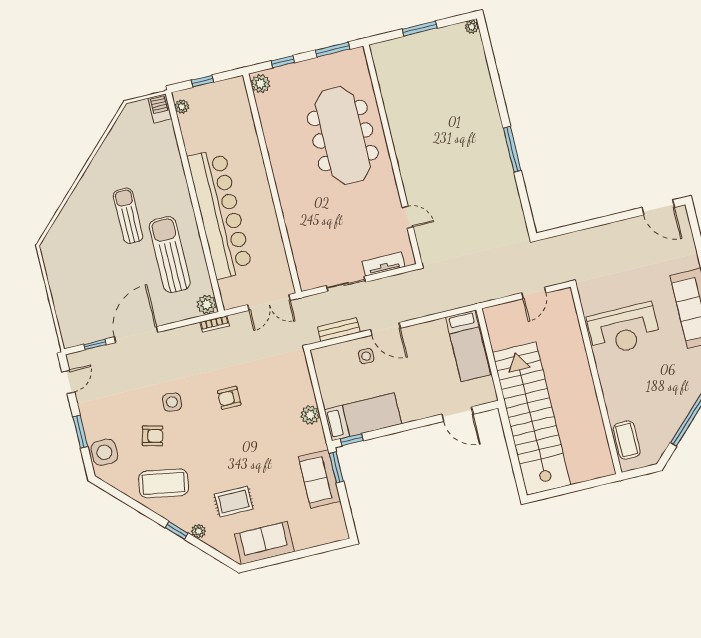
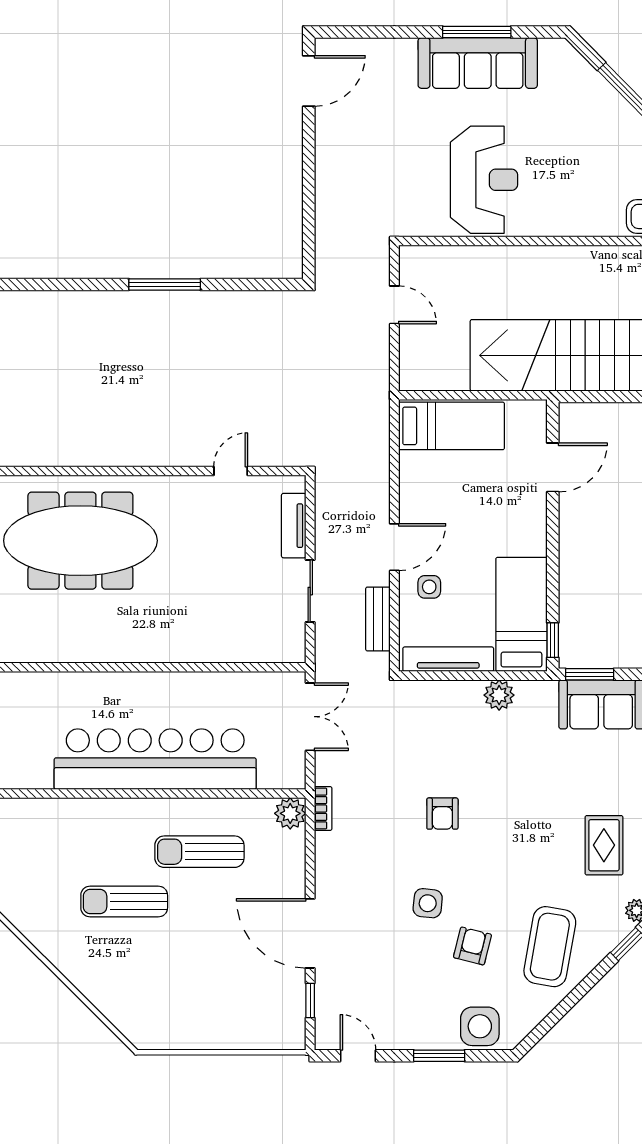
sun lounger: (170, 255) -> (199, 852), width x0.73, depth x0.75
tv unit: (325, 378) -> (448, 659), added

